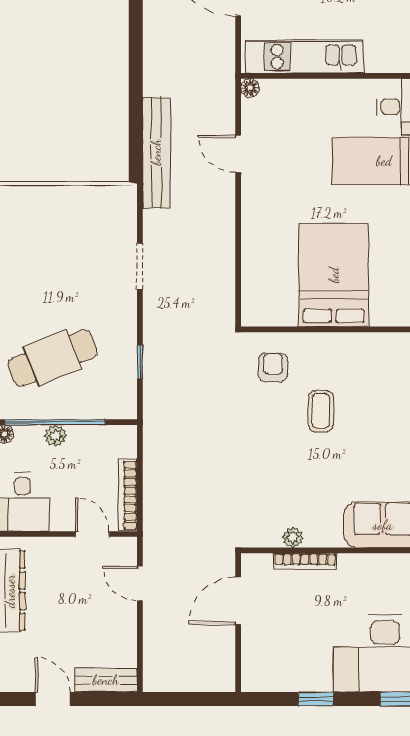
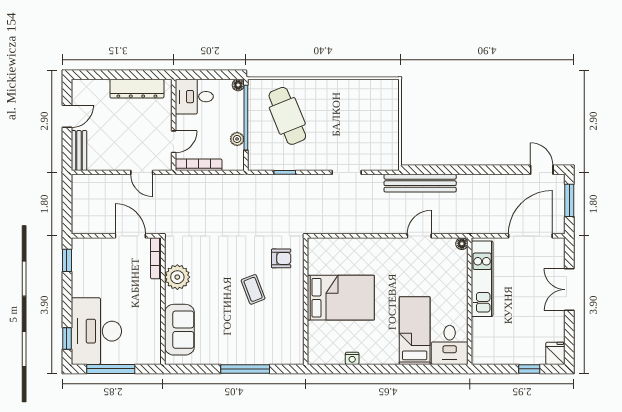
coffee table: (321, 411) -> (253, 289), turned 69
plant: (55, 436) -> (237, 139), moved
plant: (293, 537) -> (177, 277), width x1.88, depth x1.88
bookcase: (305, 561) -> (156, 258), moved
door: (140, 583) -> (142, 172), swing flipped
window: (316, 699) -> (67, 260), moved

